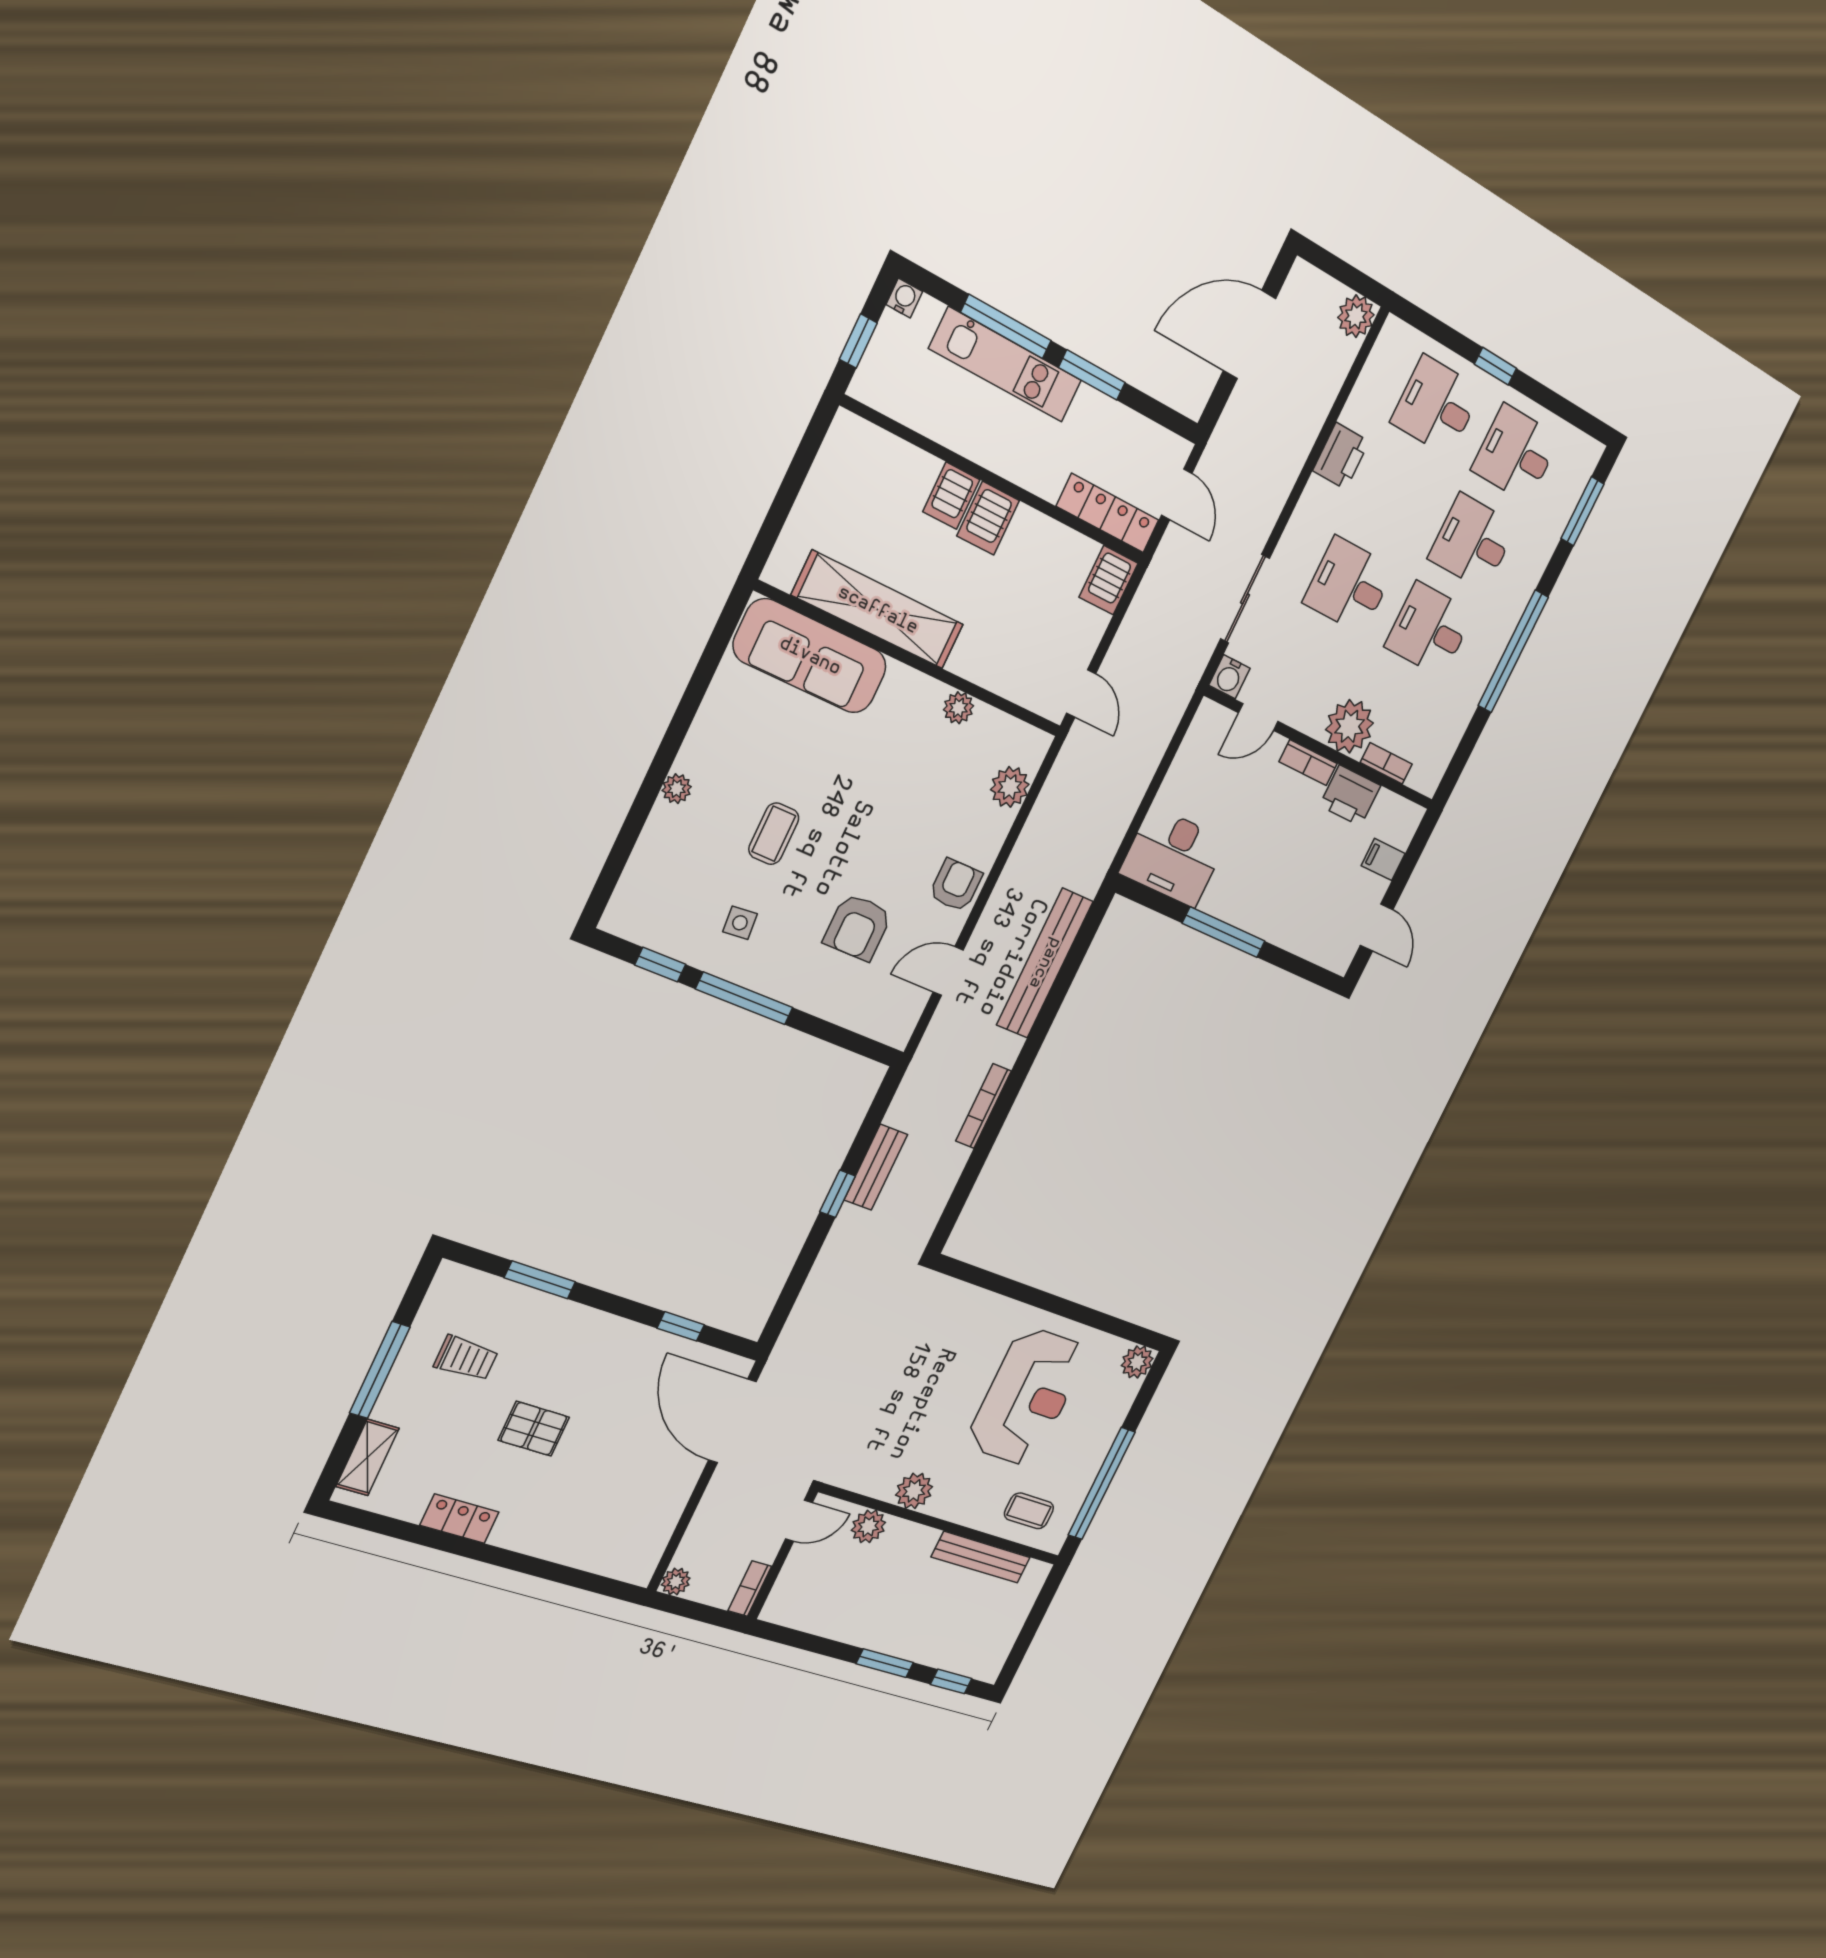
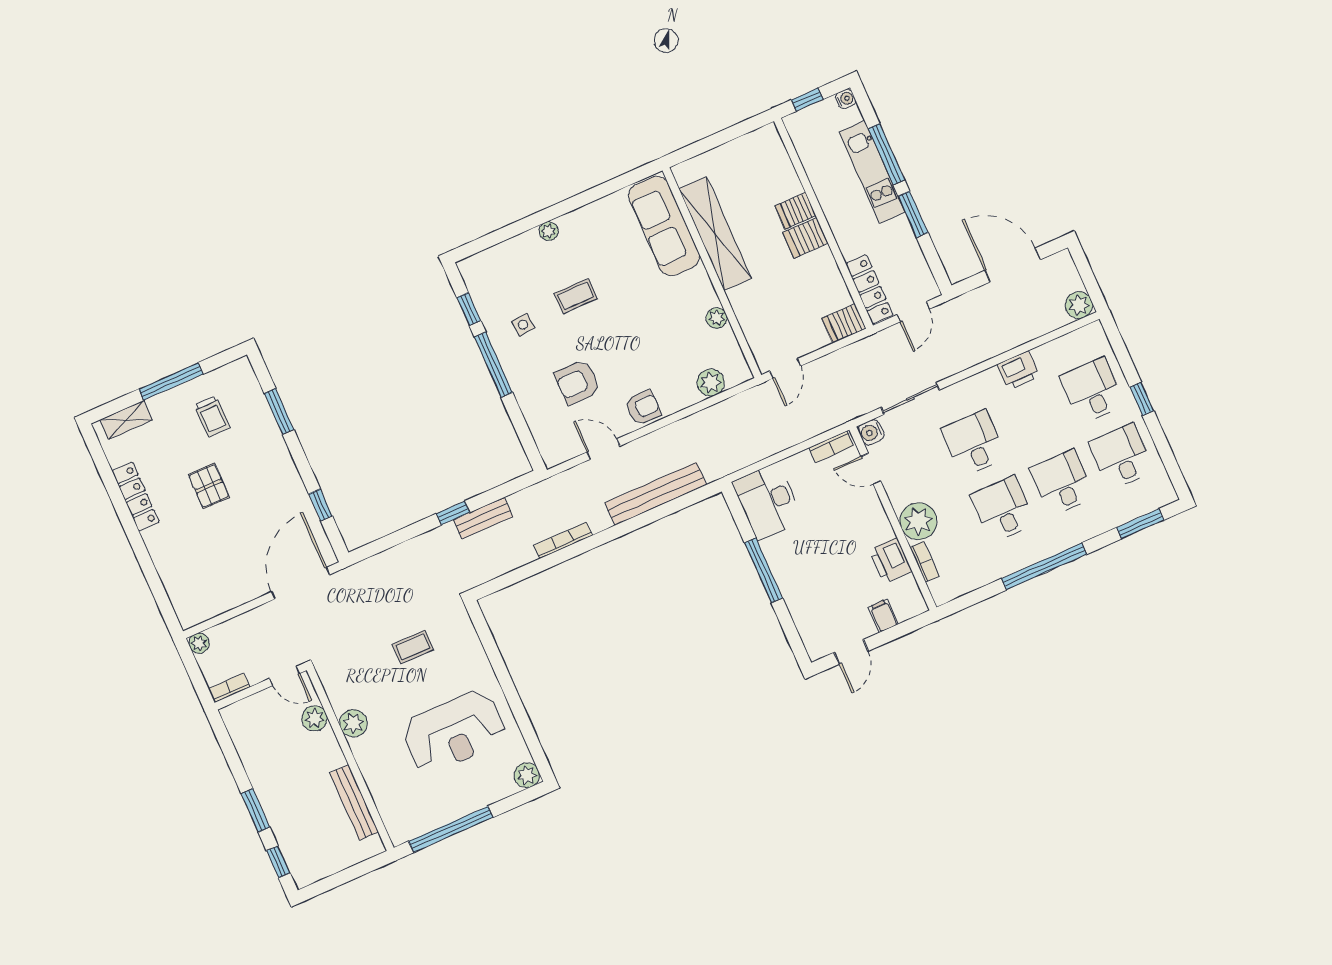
bookcase: (1308, 763) -> (831, 447), moved, turned -90
coffee table: (1029, 1511) -> (413, 647), moved, turned 90
locker: (459, 1519) -> (136, 497), width x1.53

